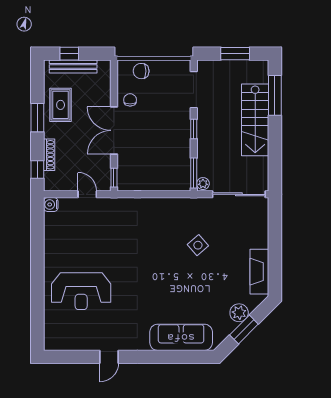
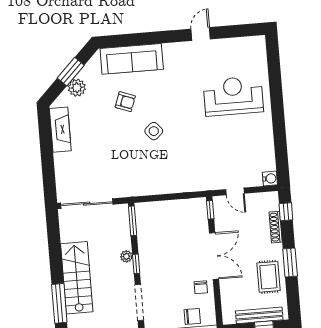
plant: (203, 184) -> (126, 256), moved
side table: (198, 245) -> (154, 131), moved
armchair: (191, 294) -> (125, 102), added

